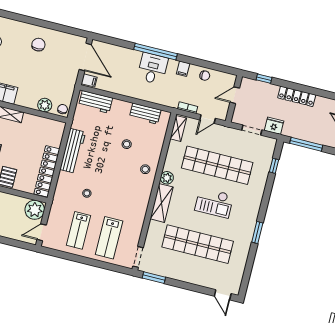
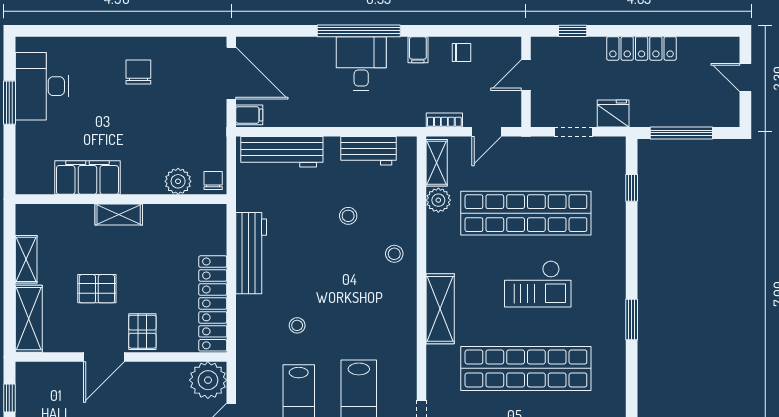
workbench: (95, 102) -> (282, 152), width x1.38
plant: (167, 178) -> (438, 200), moved

